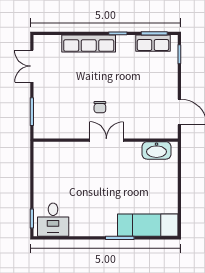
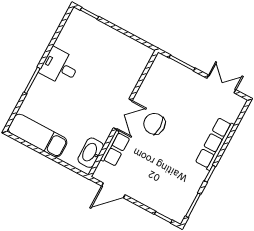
row of seats: (153, 43) -> (115, 149), moved, turned 180
chair: (100, 107) -> (154, 124), width x1.87, depth x1.87
desk: (53, 220) -> (60, 67), moved
exam couch: (148, 225) -> (38, 136), moved, turned -90

